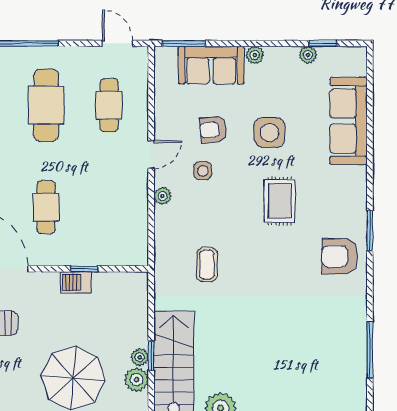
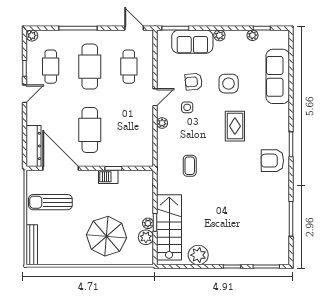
cafe table: (46, 207) -> (90, 130), width x1.37, depth x1.35

